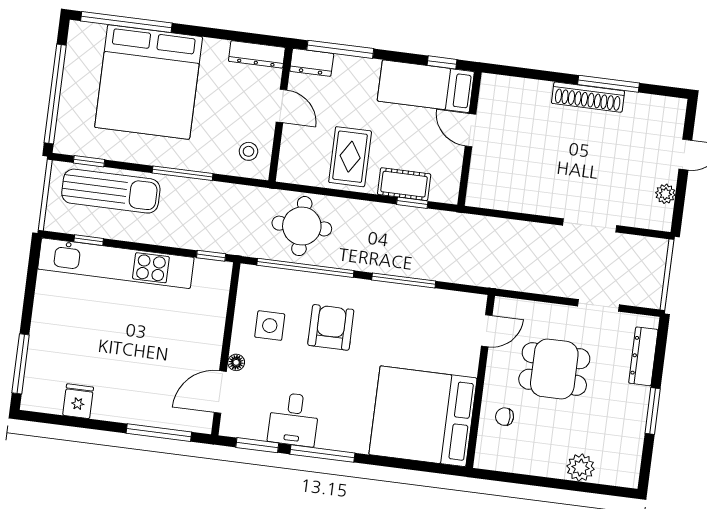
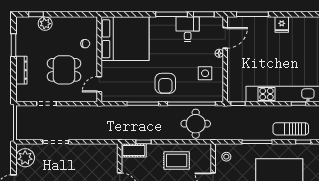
rug: (350, 157) -> (177, 160), turned 90
cot: (404, 184) -> (134, 150), moved
sun lounger: (111, 191) -> (291, 129), width x0.73, depth x0.75
plant: (665, 194) -> (25, 158), width x1.87, depth x1.87
armchair: (331, 327) -> (165, 83), moved
dresser: (643, 356) -> (21, 70), moved
fridge: (78, 401) -> (282, 25), moved
window: (653, 411) -> (14, 45), moved
window: (597, 489) -> (36, 14), added

